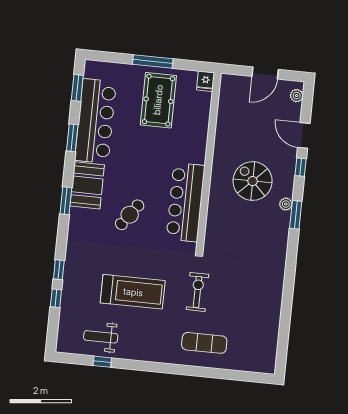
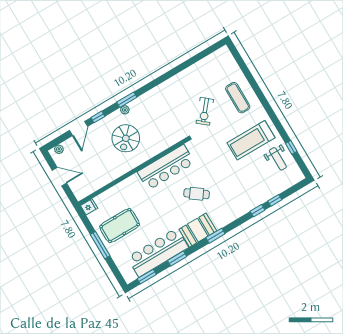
treadmill: (133, 292) -> (251, 140), moved, turned -90
exercise bike: (198, 292) -> (205, 111), moved, turned -50

